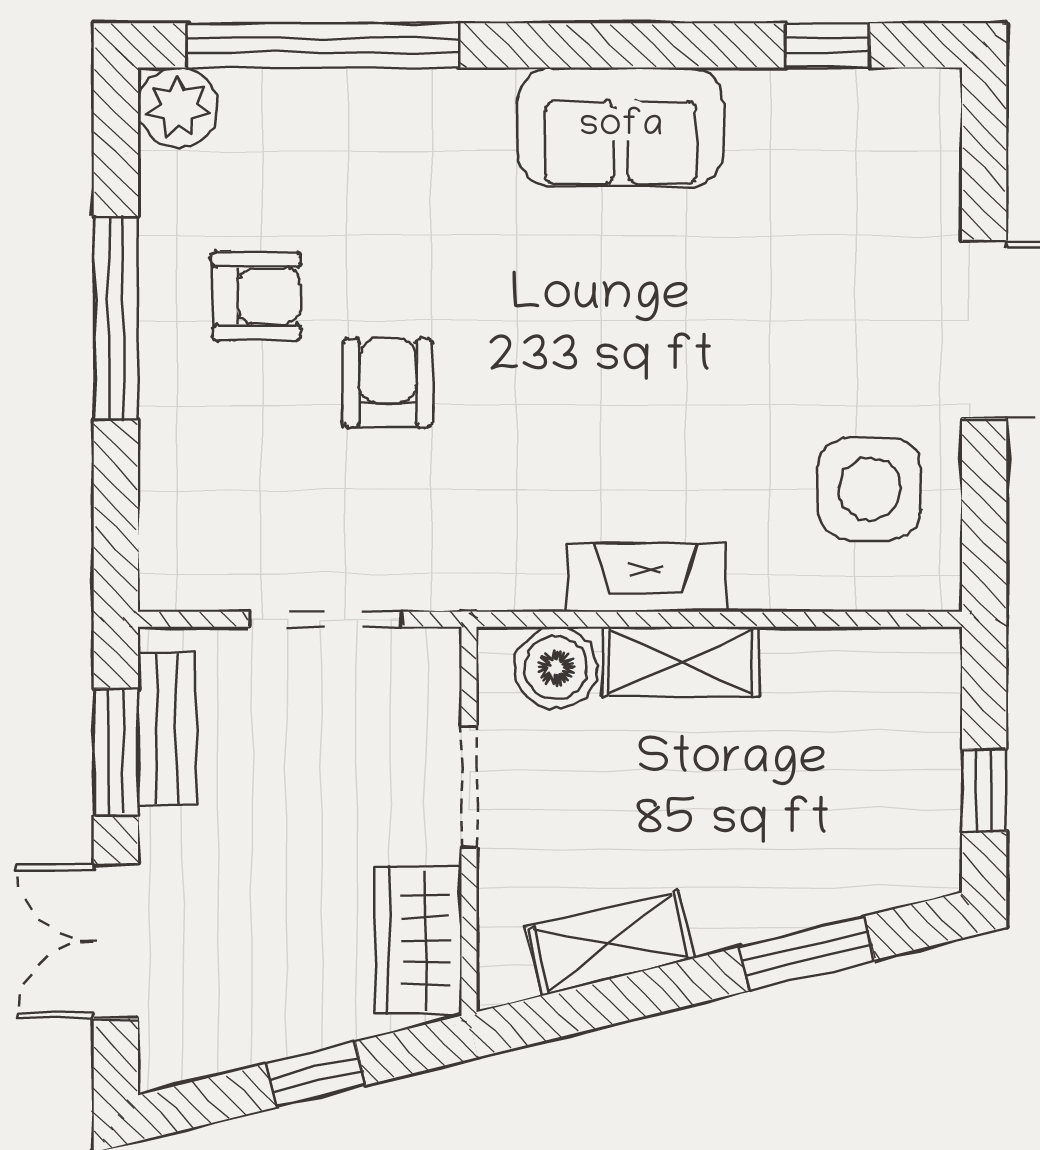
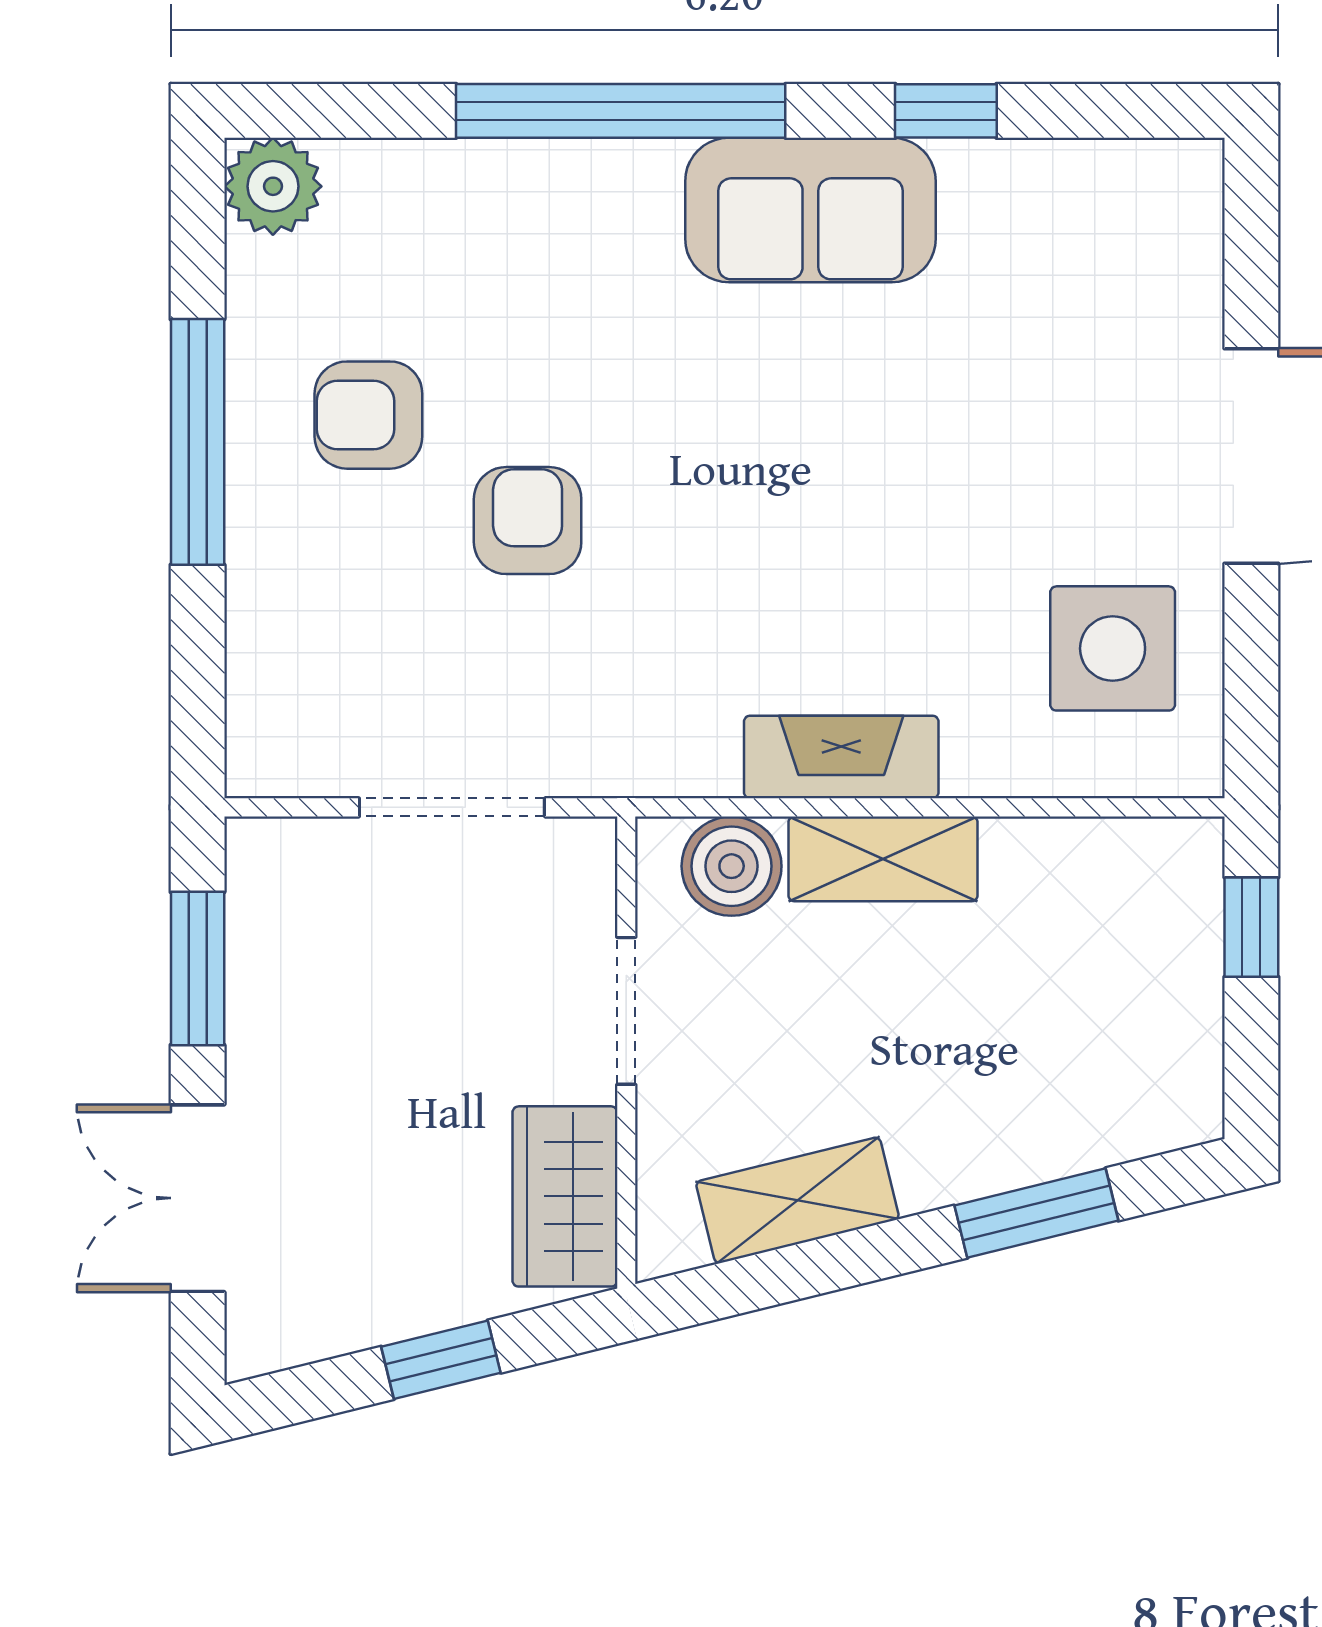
window: (323, 45) -> (621, 111), moved
window: (828, 45) -> (946, 111), moved
armchair: (257, 296) -> (368, 415), turned 180
bench: (167, 728) -> (260, 940), removed
window: (984, 790) -> (1251, 927), moved

